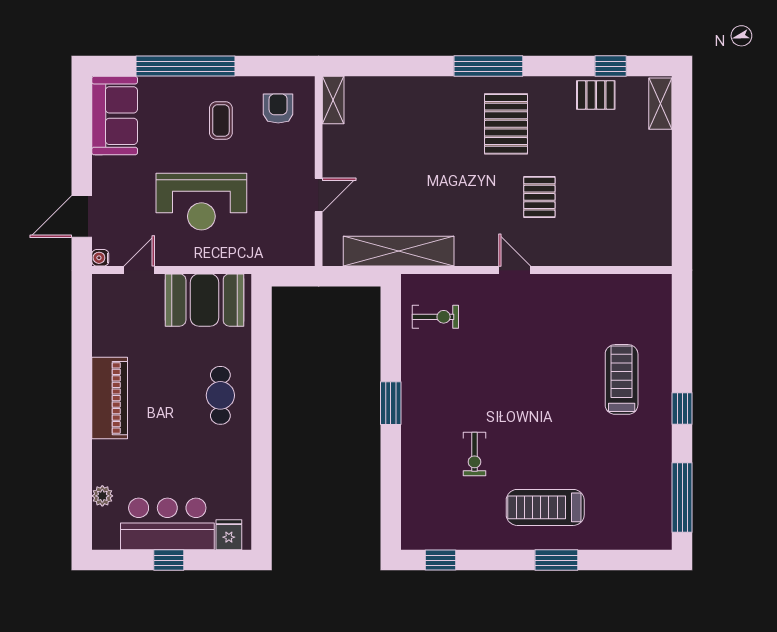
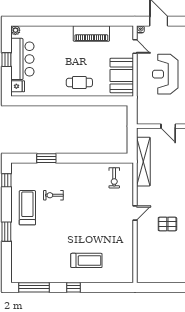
piano: (110, 398) -> (91, 33), moved
window: (391, 403) -> (46, 158), moved
plant: (102, 496) -> (15, 30), moved
treadmill: (545, 507) -> (27, 208), moved

